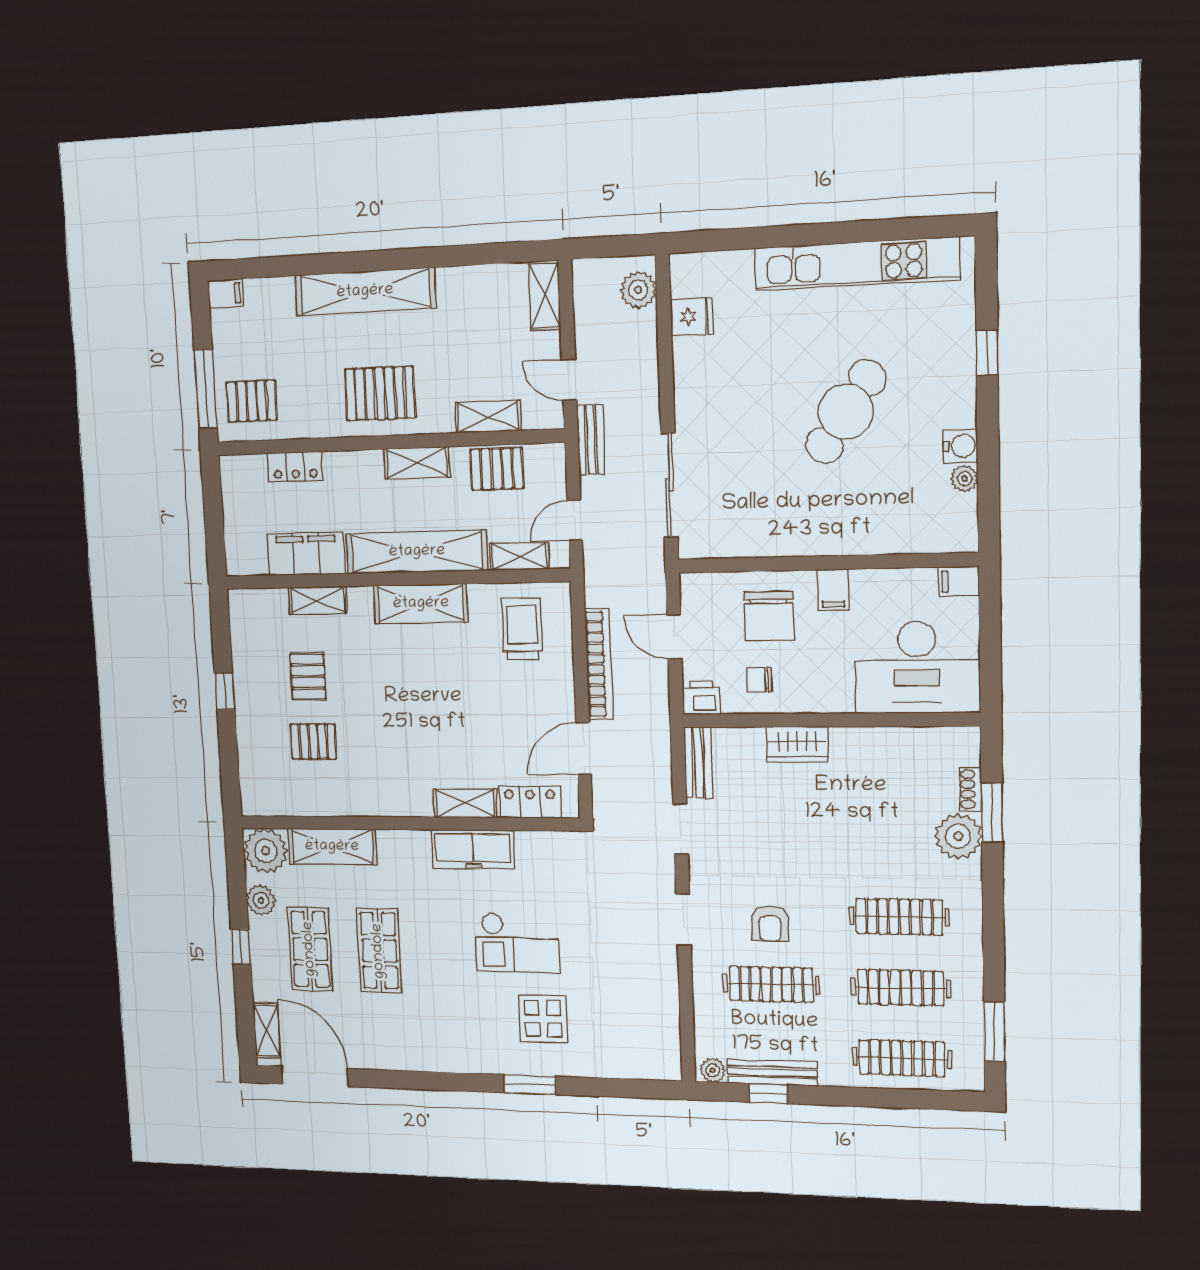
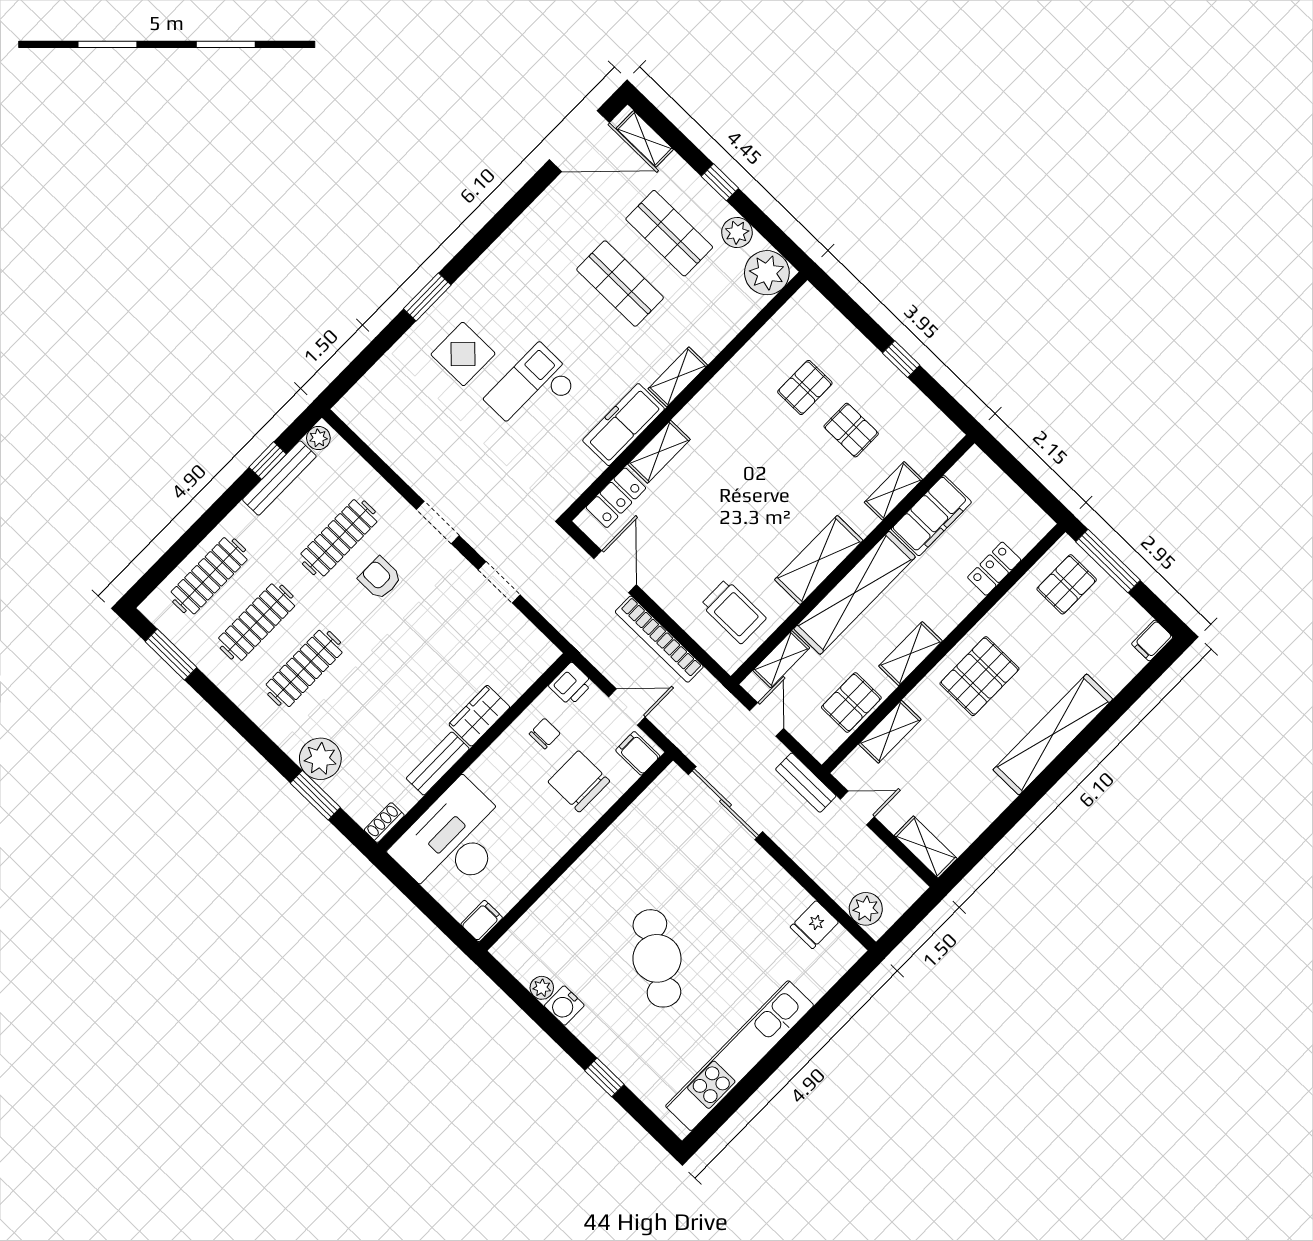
filing cabinet: (833, 590) -> (638, 753), moved
bench: (698, 763) -> (438, 763), moved, turned 90
shoe rack: (971, 789) -> (384, 823), moved, turned -90
shelving: (332, 847) -> (678, 377), moved, width x0.67, depth x0.75

